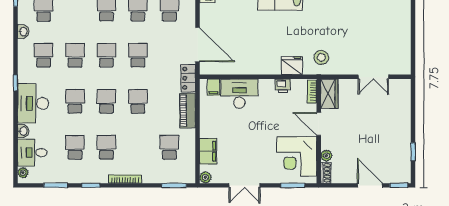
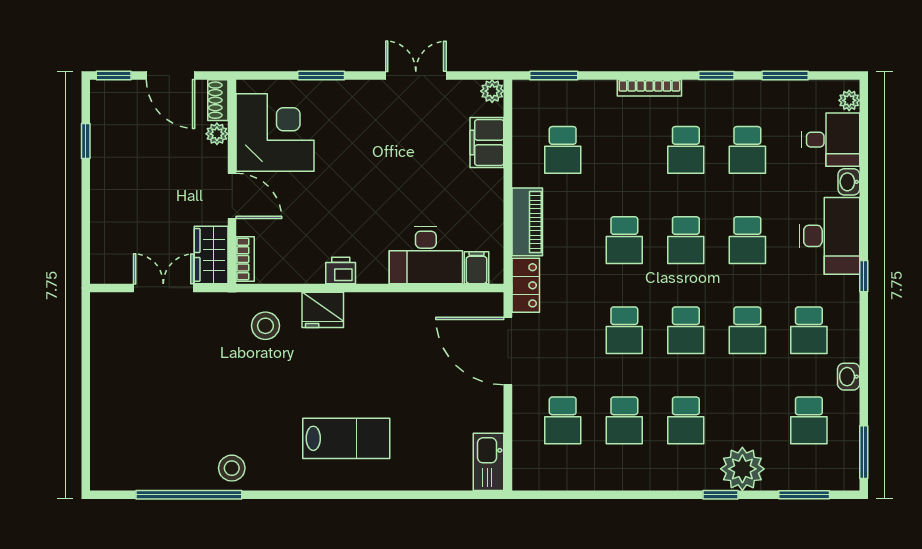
bookcase: (312, 92) -> (245, 259), moved
wardrobe: (329, 94) -> (211, 255), moved
door: (319, 124) -> (232, 196), moved
wall: (319, 131) -> (232, 182), moved
corner desk: (297, 156) -> (275, 132), moved
plant: (326, 156) -> (217, 134), moved
shoe rack: (326, 173) -> (218, 100), moved

